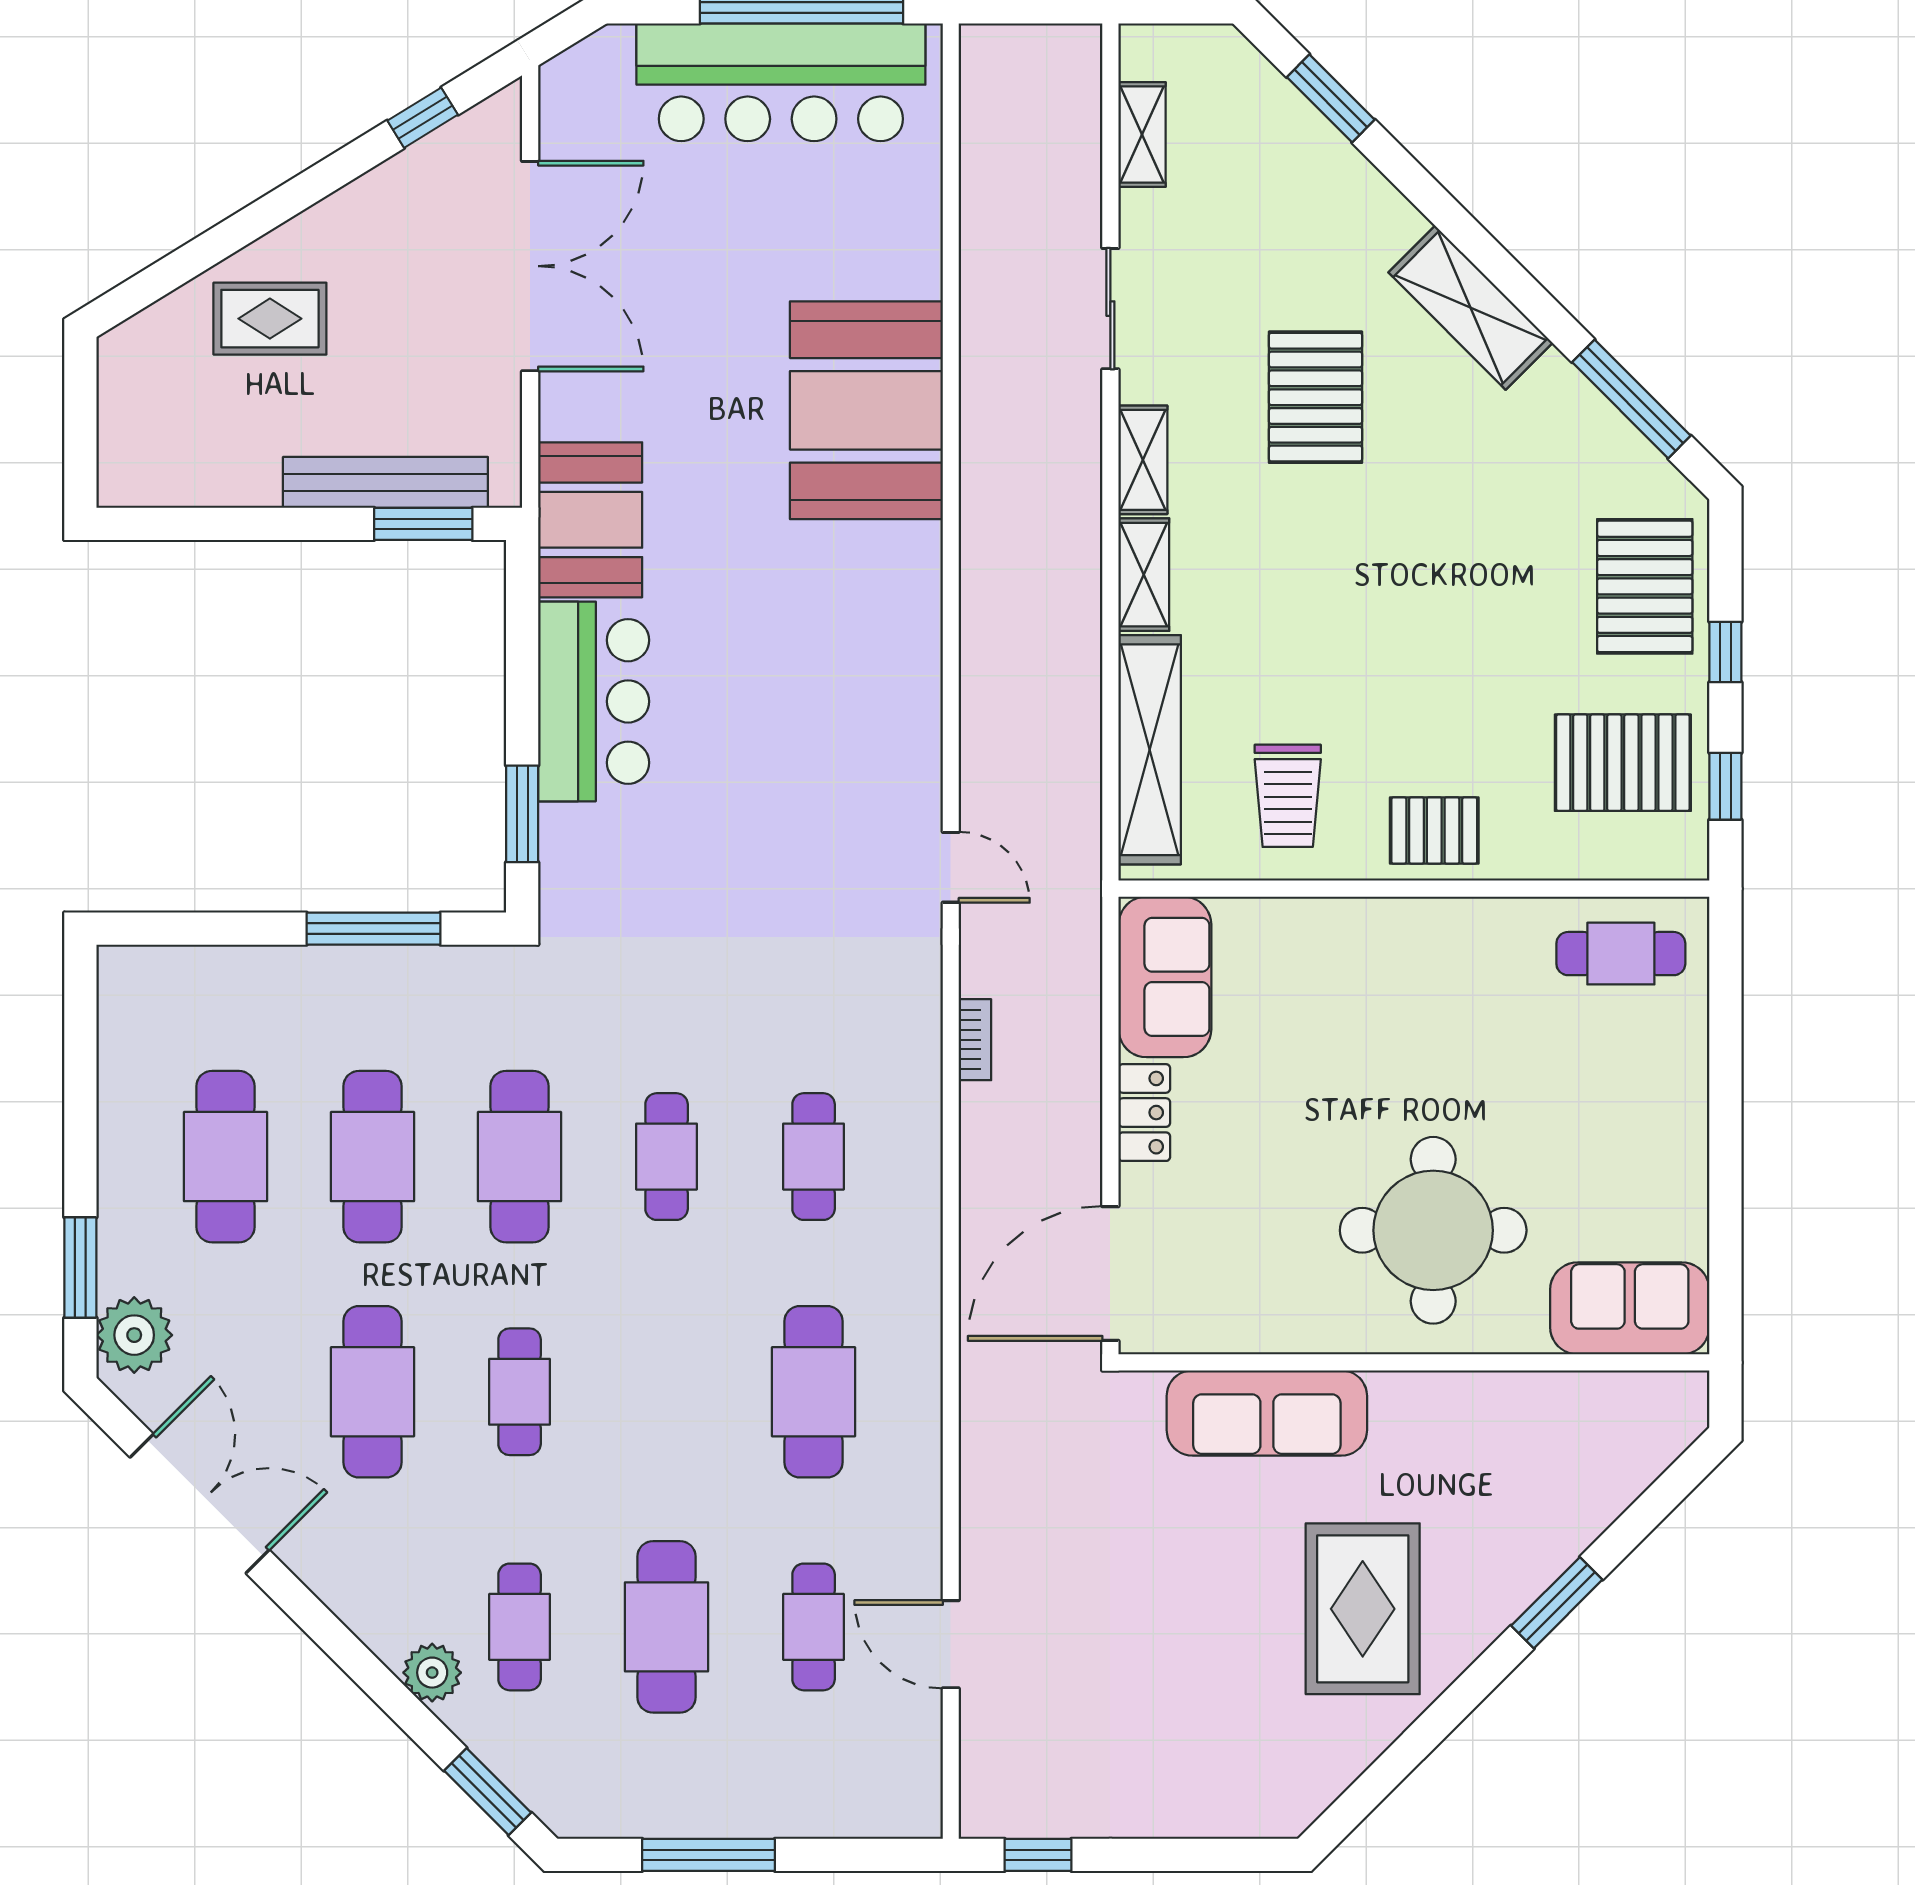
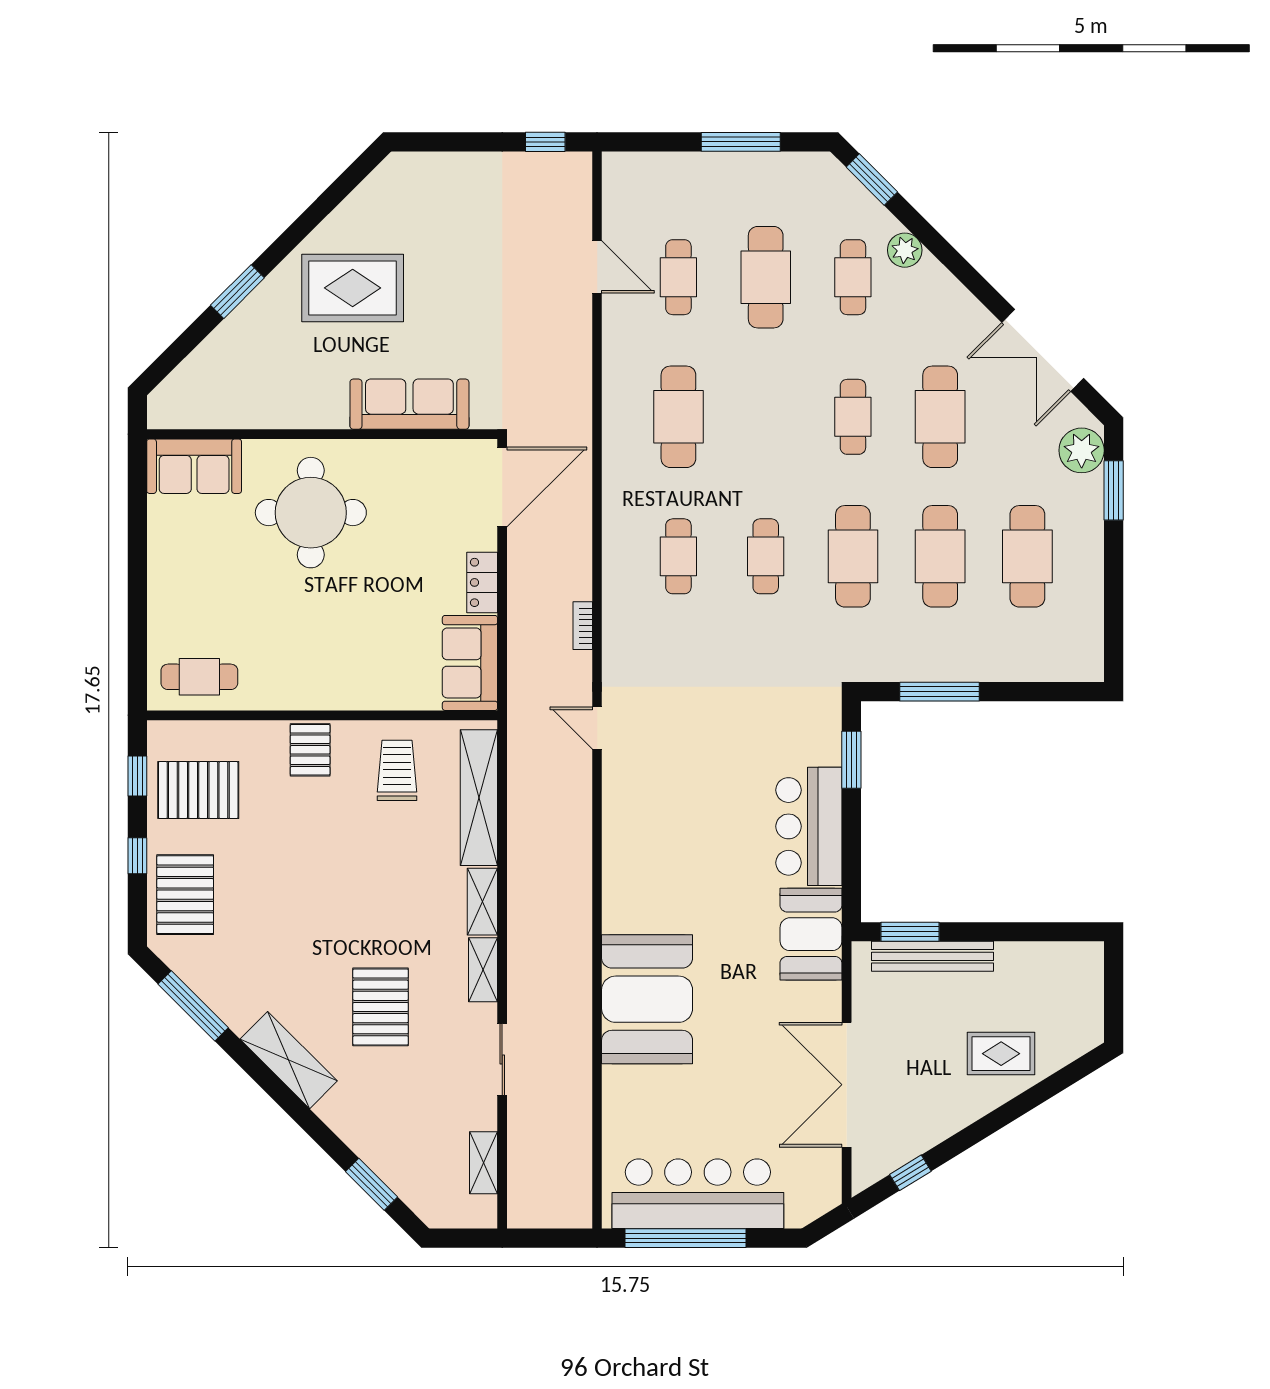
pallet: (1434, 831) -> (310, 750), turned 90
rug: (1363, 1609) -> (353, 288), turned 90

